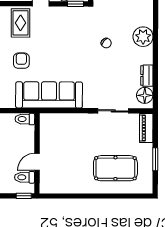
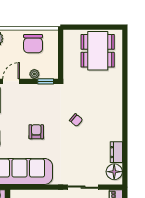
plant: (143, 37) -> (112, 114), removed
armchair: (66, 55) -> (36, 132), added

